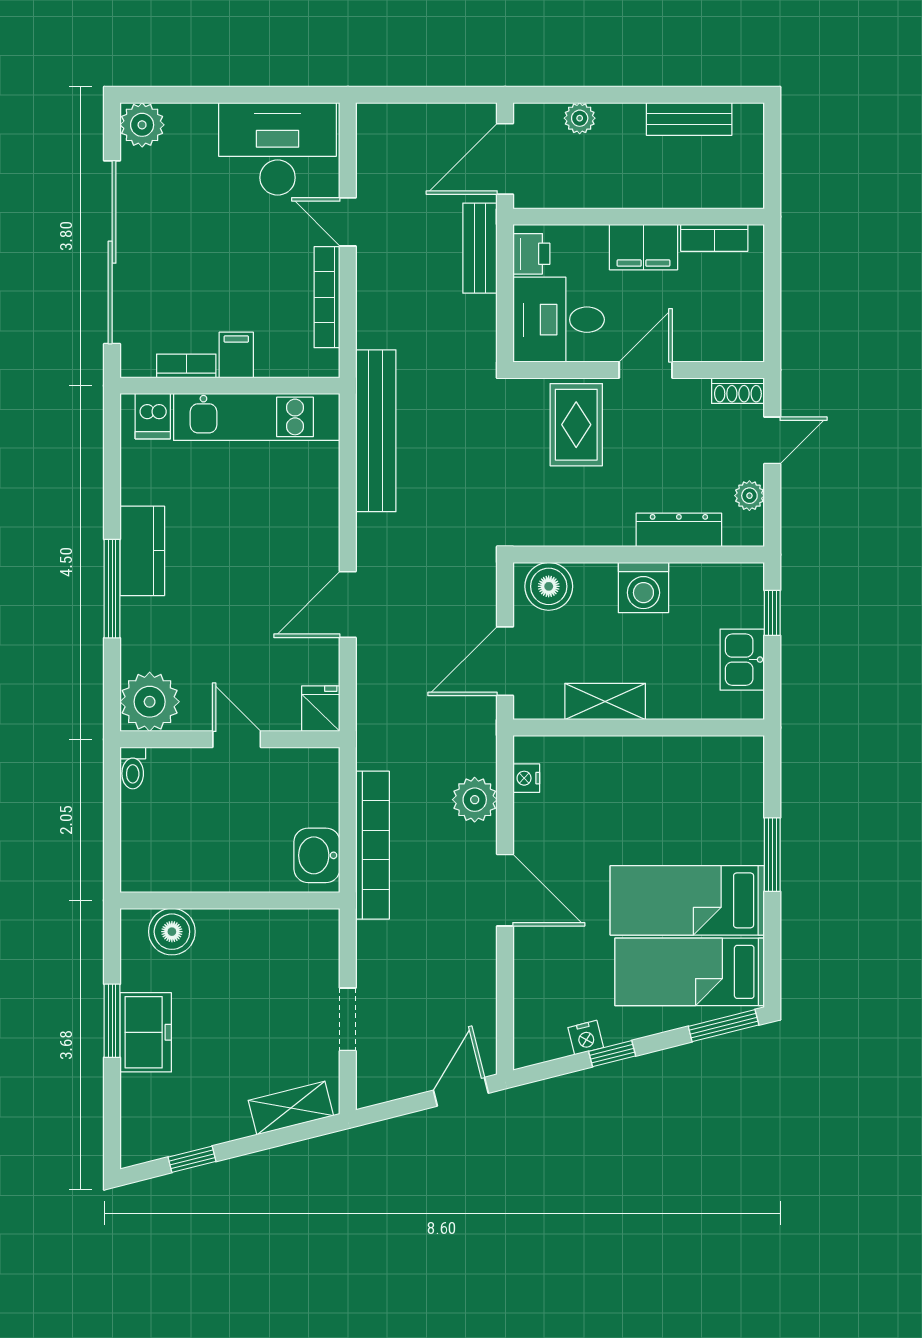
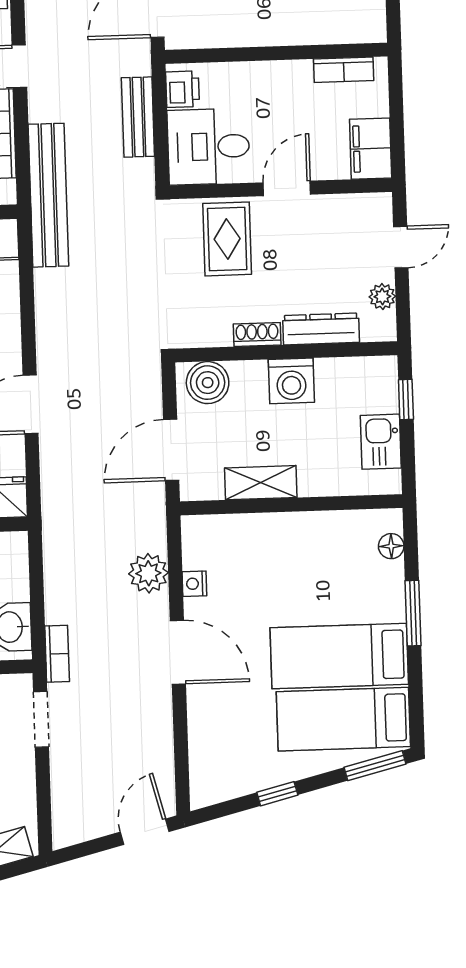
filing cabinet: (643, 247) -> (371, 149), moved, turned 90
bench: (480, 248) -> (138, 117), moved
shoe rack: (738, 391) -> (257, 335), moved, turned 180
bench: (376, 431) -> (48, 195), moved
nightstand: (526, 778) -> (194, 584), moved
floor lamp: (750, 778) -> (391, 546), added
bookcase: (372, 845) -> (57, 654), width x0.43, depth x0.76
doorway: (348, 1019) -> (41, 719), moved
nightstand: (586, 1038) -> (254, 780), removed

